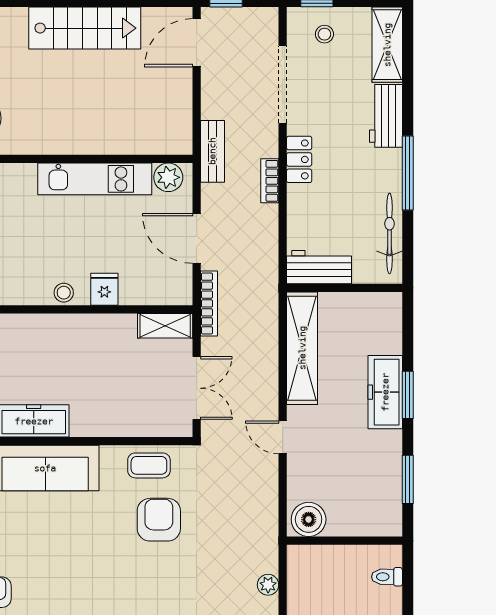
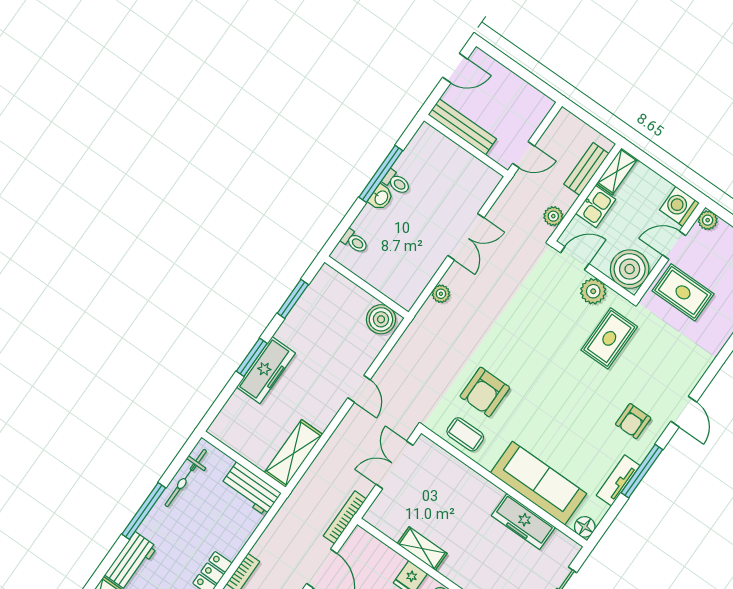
shelving: (165, 326) -> (422, 548), moved
shelving: (302, 348) -> (293, 453), width x0.68

